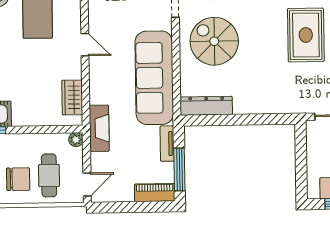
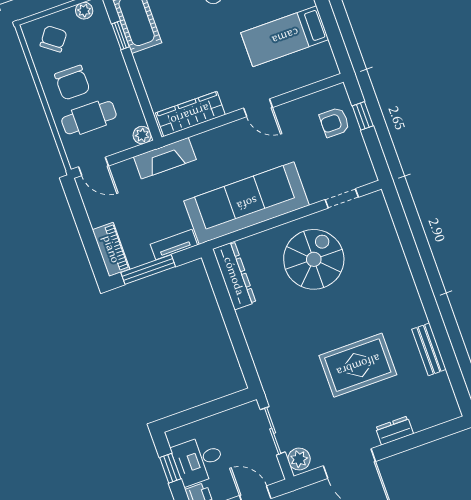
door: (85, 45) -> (258, 108), hinge flipped
wardrobe: (72, 97) -> (190, 114), width x1.50

